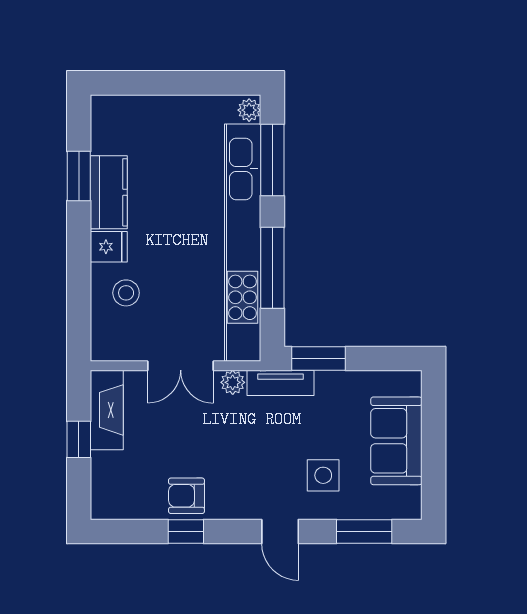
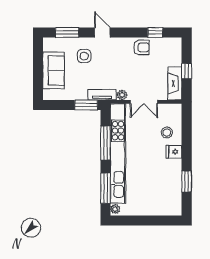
kitchen counter: (109, 192) -> (174, 175), removed
double door: (181, 366) -> (144, 102), swing flipped
window: (186, 531) -> (155, 32), moved

